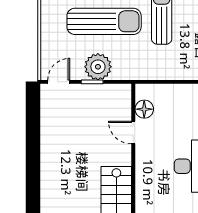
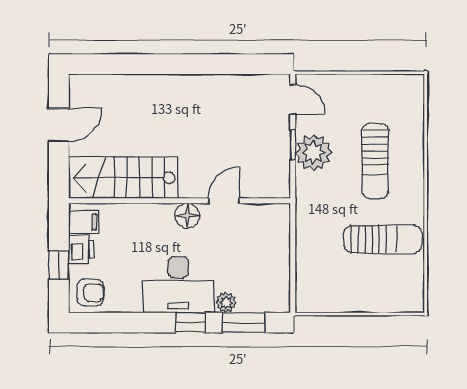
sun lounger: (104, 21) -> (375, 161), width x0.73, depth x0.75
floor lamp: (144, 109) -> (187, 216), moved

